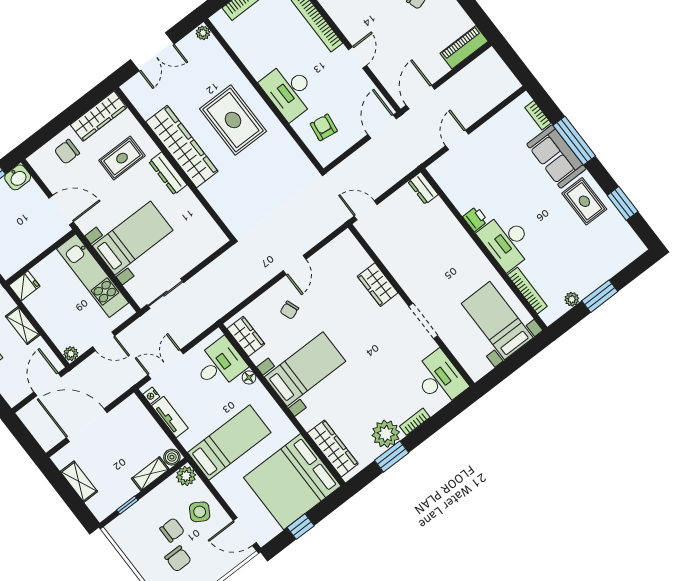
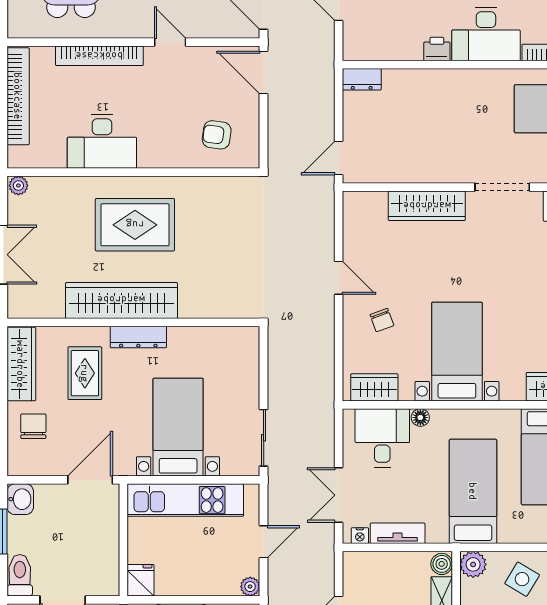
desk: (289, 91) -> (102, 141), moved
chair: (67, 152) -> (33, 426), turned 180
wardrobe: (378, 285) -> (427, 206), width x1.50

